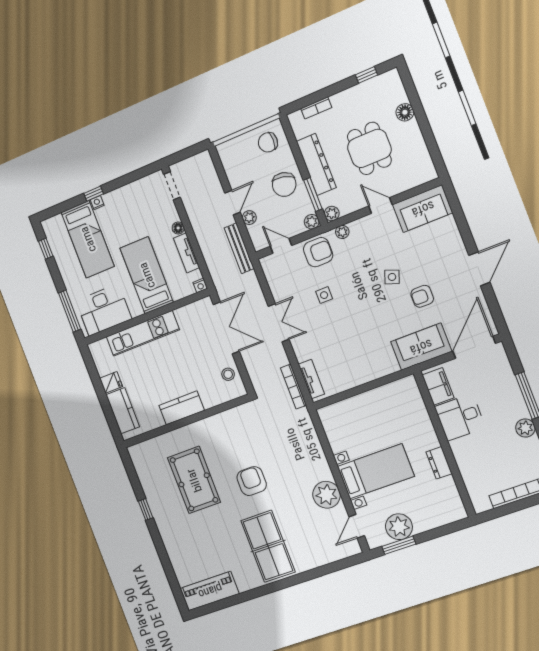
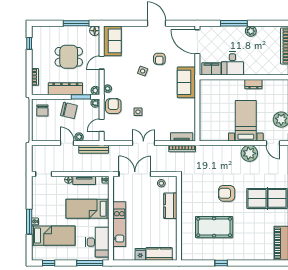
floor lamp: (405, 112) -> (95, 31), moved
window: (429, 137) -> (76, 23), added
window: (94, 194) -> (29, 222), width x2.17
sofa: (421, 347) -> (186, 82), moved
kitchen counter: (182, 408) -> (170, 206), moved

